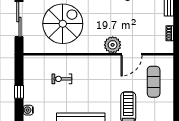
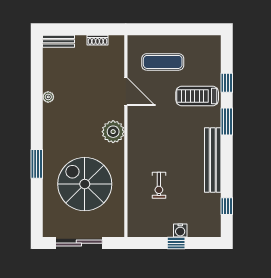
plant: (113, 45) -> (113, 132), moved
water cooler: (28, 110) -> (180, 230), moved

